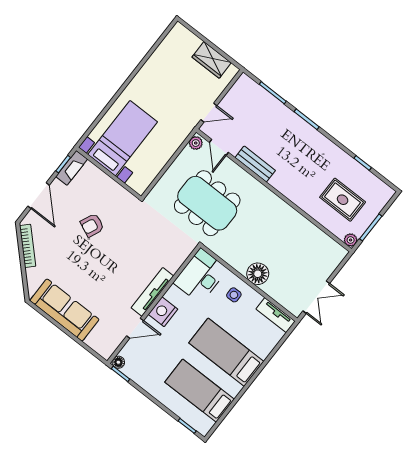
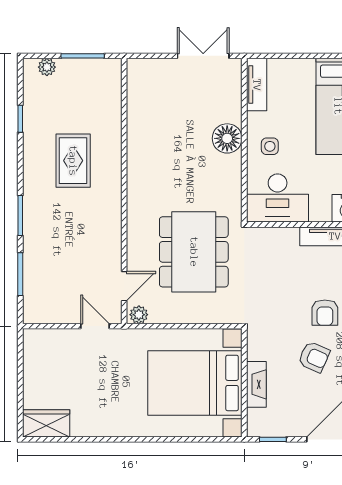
wardrobe: (212, 60) -> (46, 423), moved, turned -90
bed with nightstands: (123, 138) -> (195, 383), width x1.36
bench: (255, 164) -> (111, 233), removed
fireplace: (72, 168) -> (256, 384), moved, turned 90
rug: (343, 200) -> (73, 161), moved
plant: (351, 240) -> (47, 67), moved
armchair: (113, 252) -> (325, 313), added

